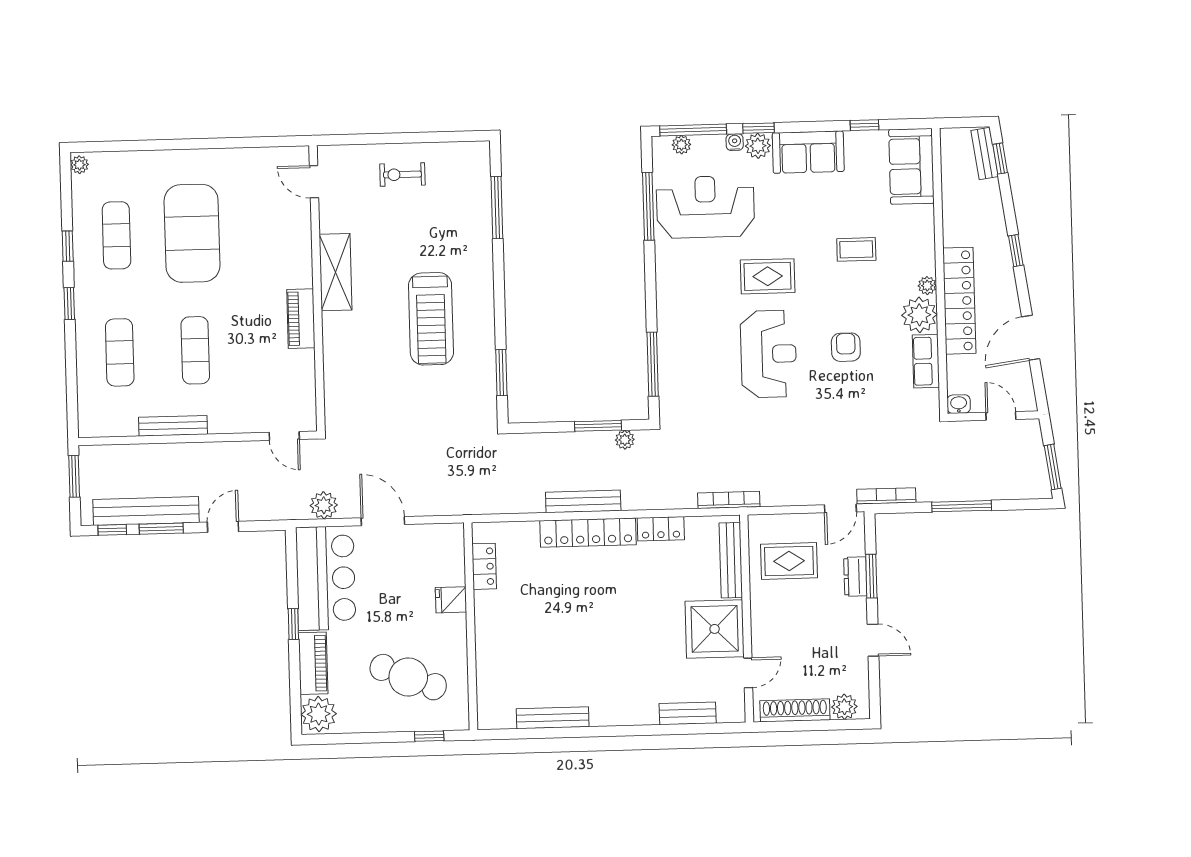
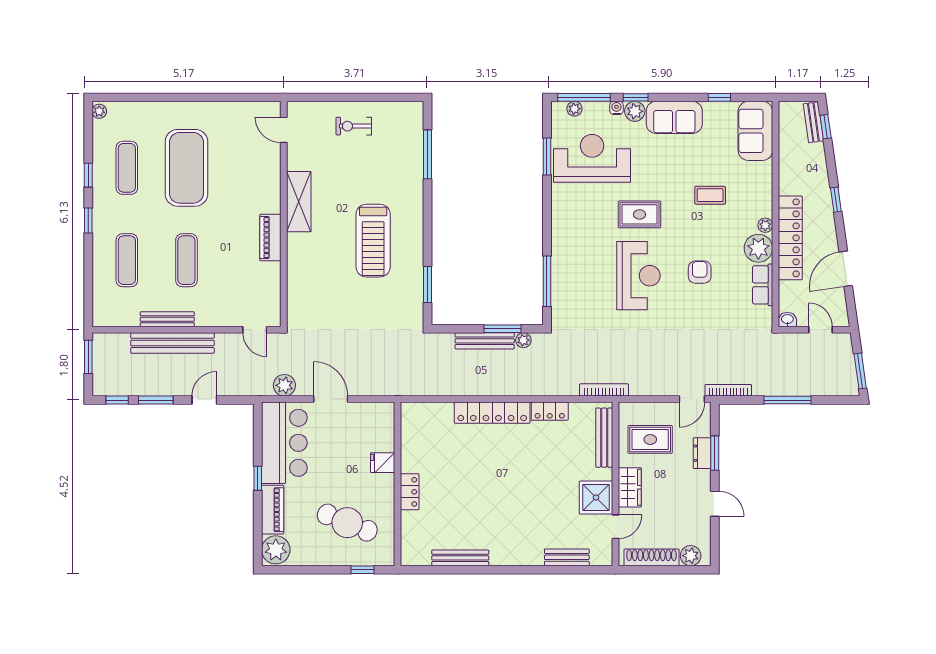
window: (648, 206) -> (547, 157), width x0.69
bench: (583, 501) -> (485, 341), moved
bench: (146, 511) -> (172, 343), moved
locker: (484, 566) -> (410, 492), moved
wardrobe: (765, 622) -> (630, 487), added
shower: (715, 629) -> (596, 497), width x0.73, depth x0.73

